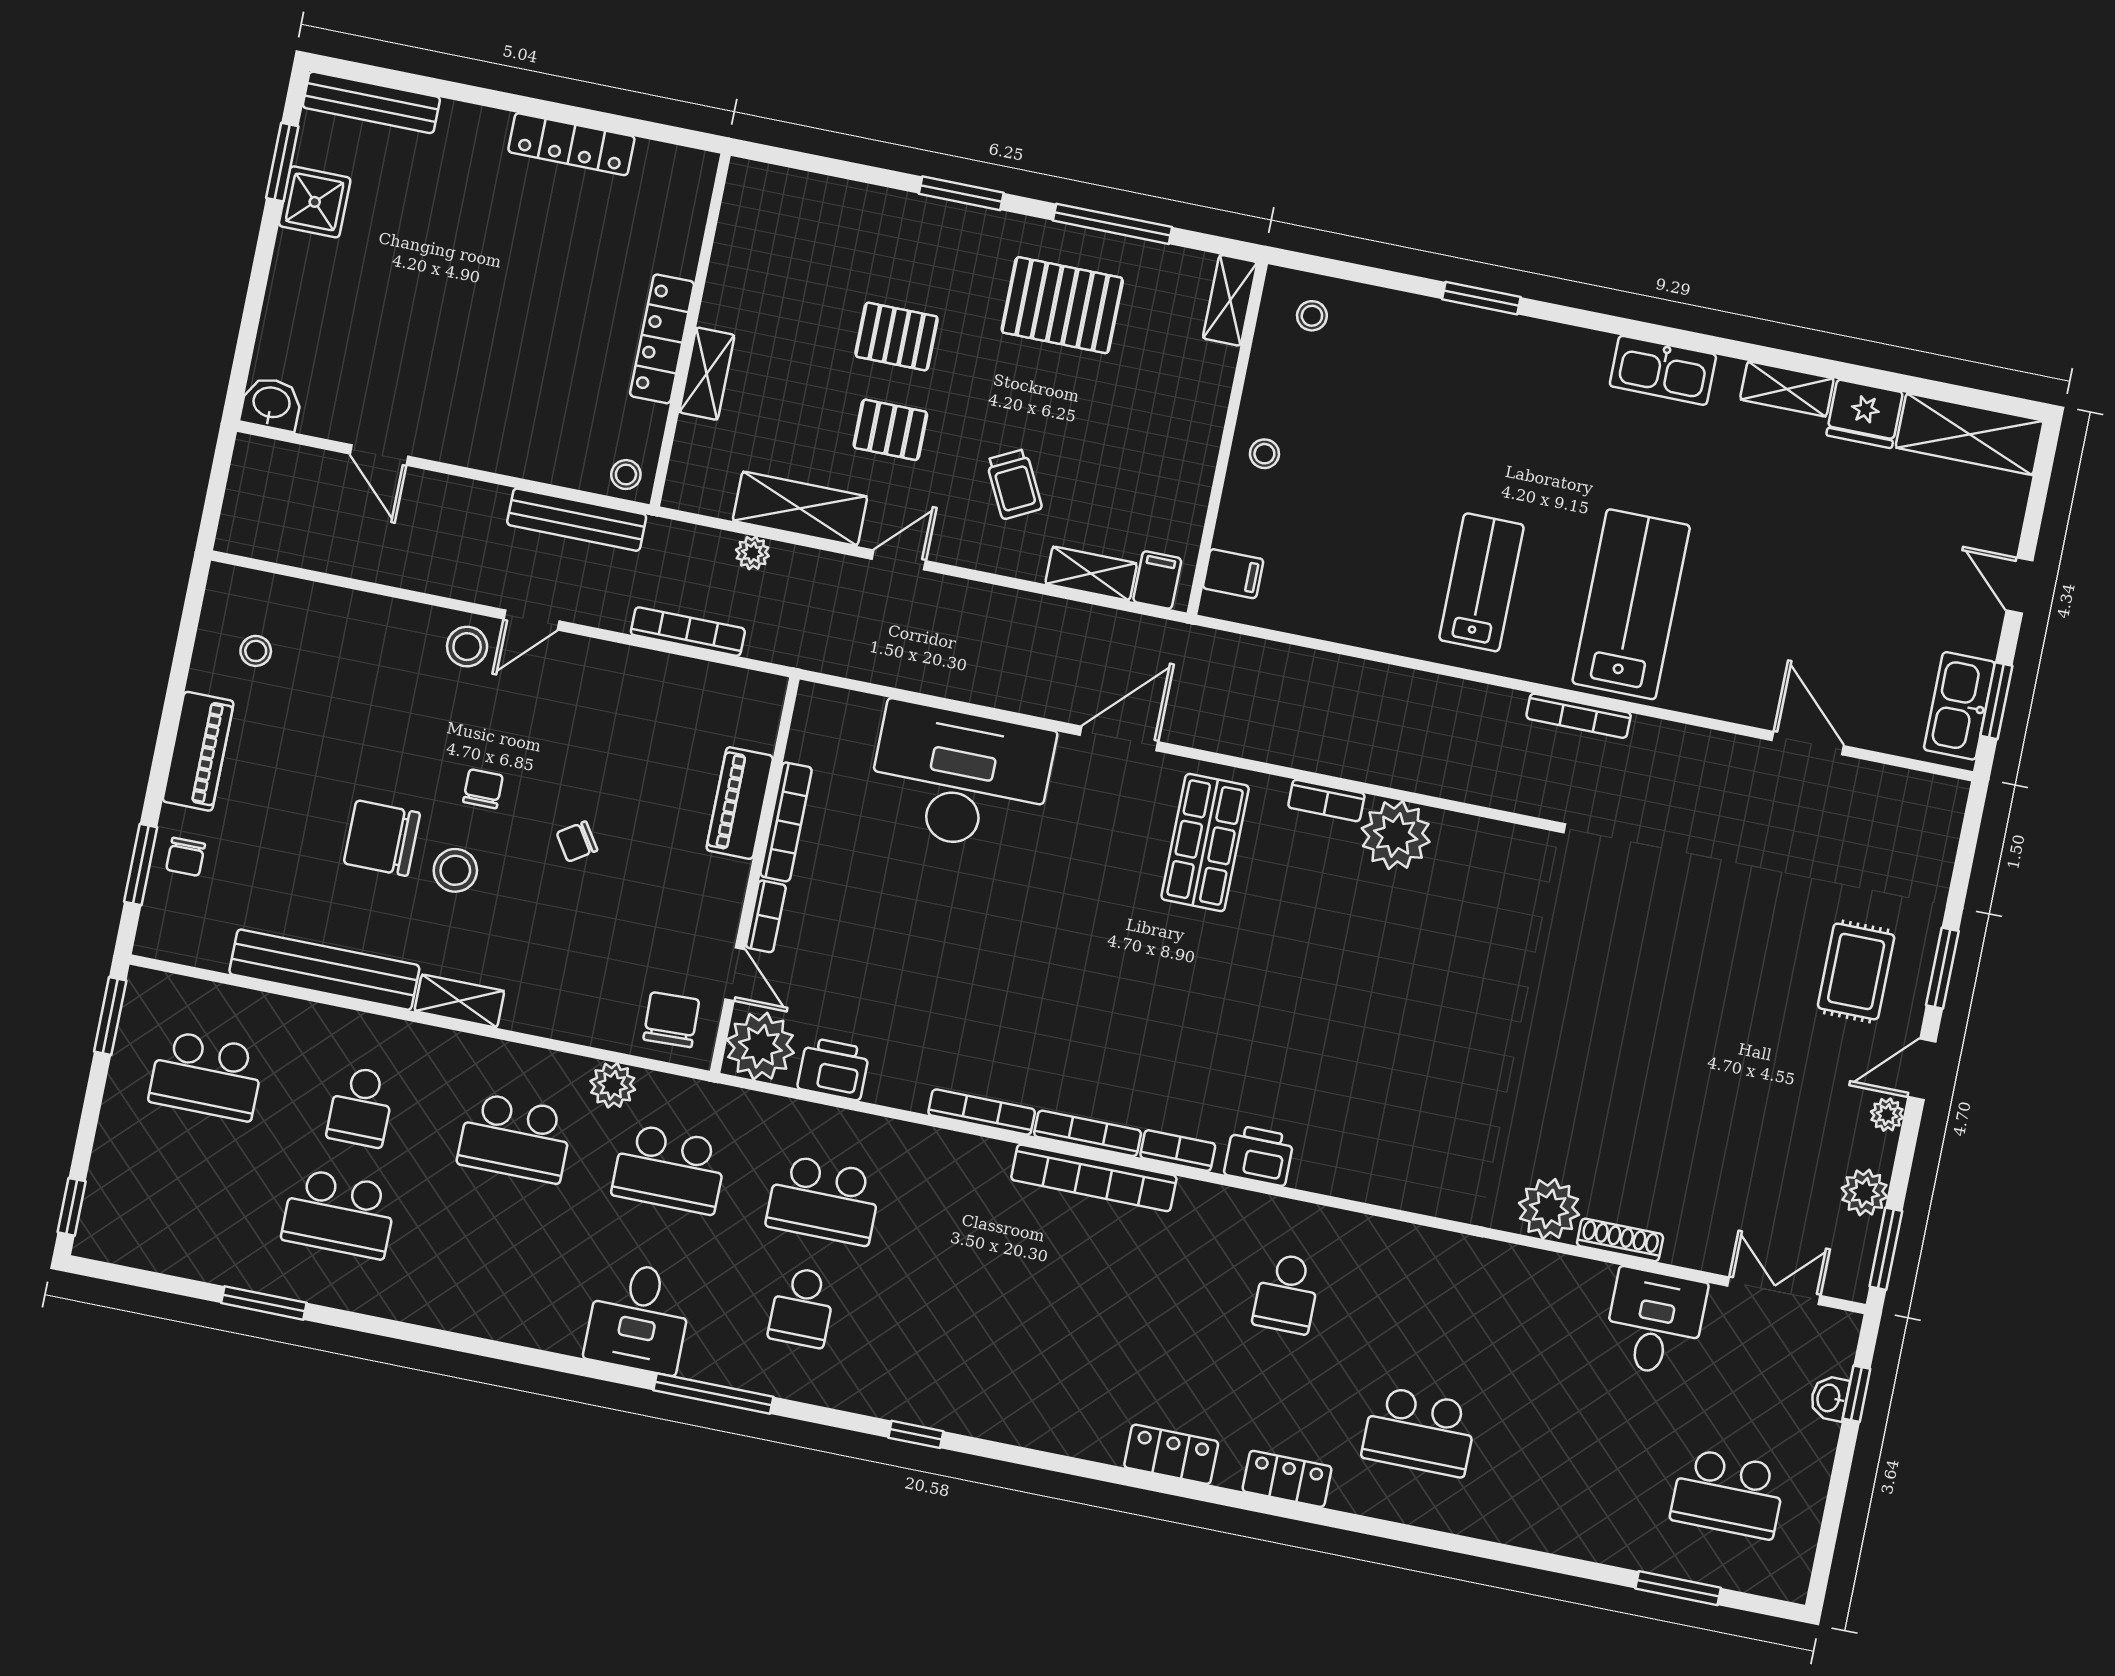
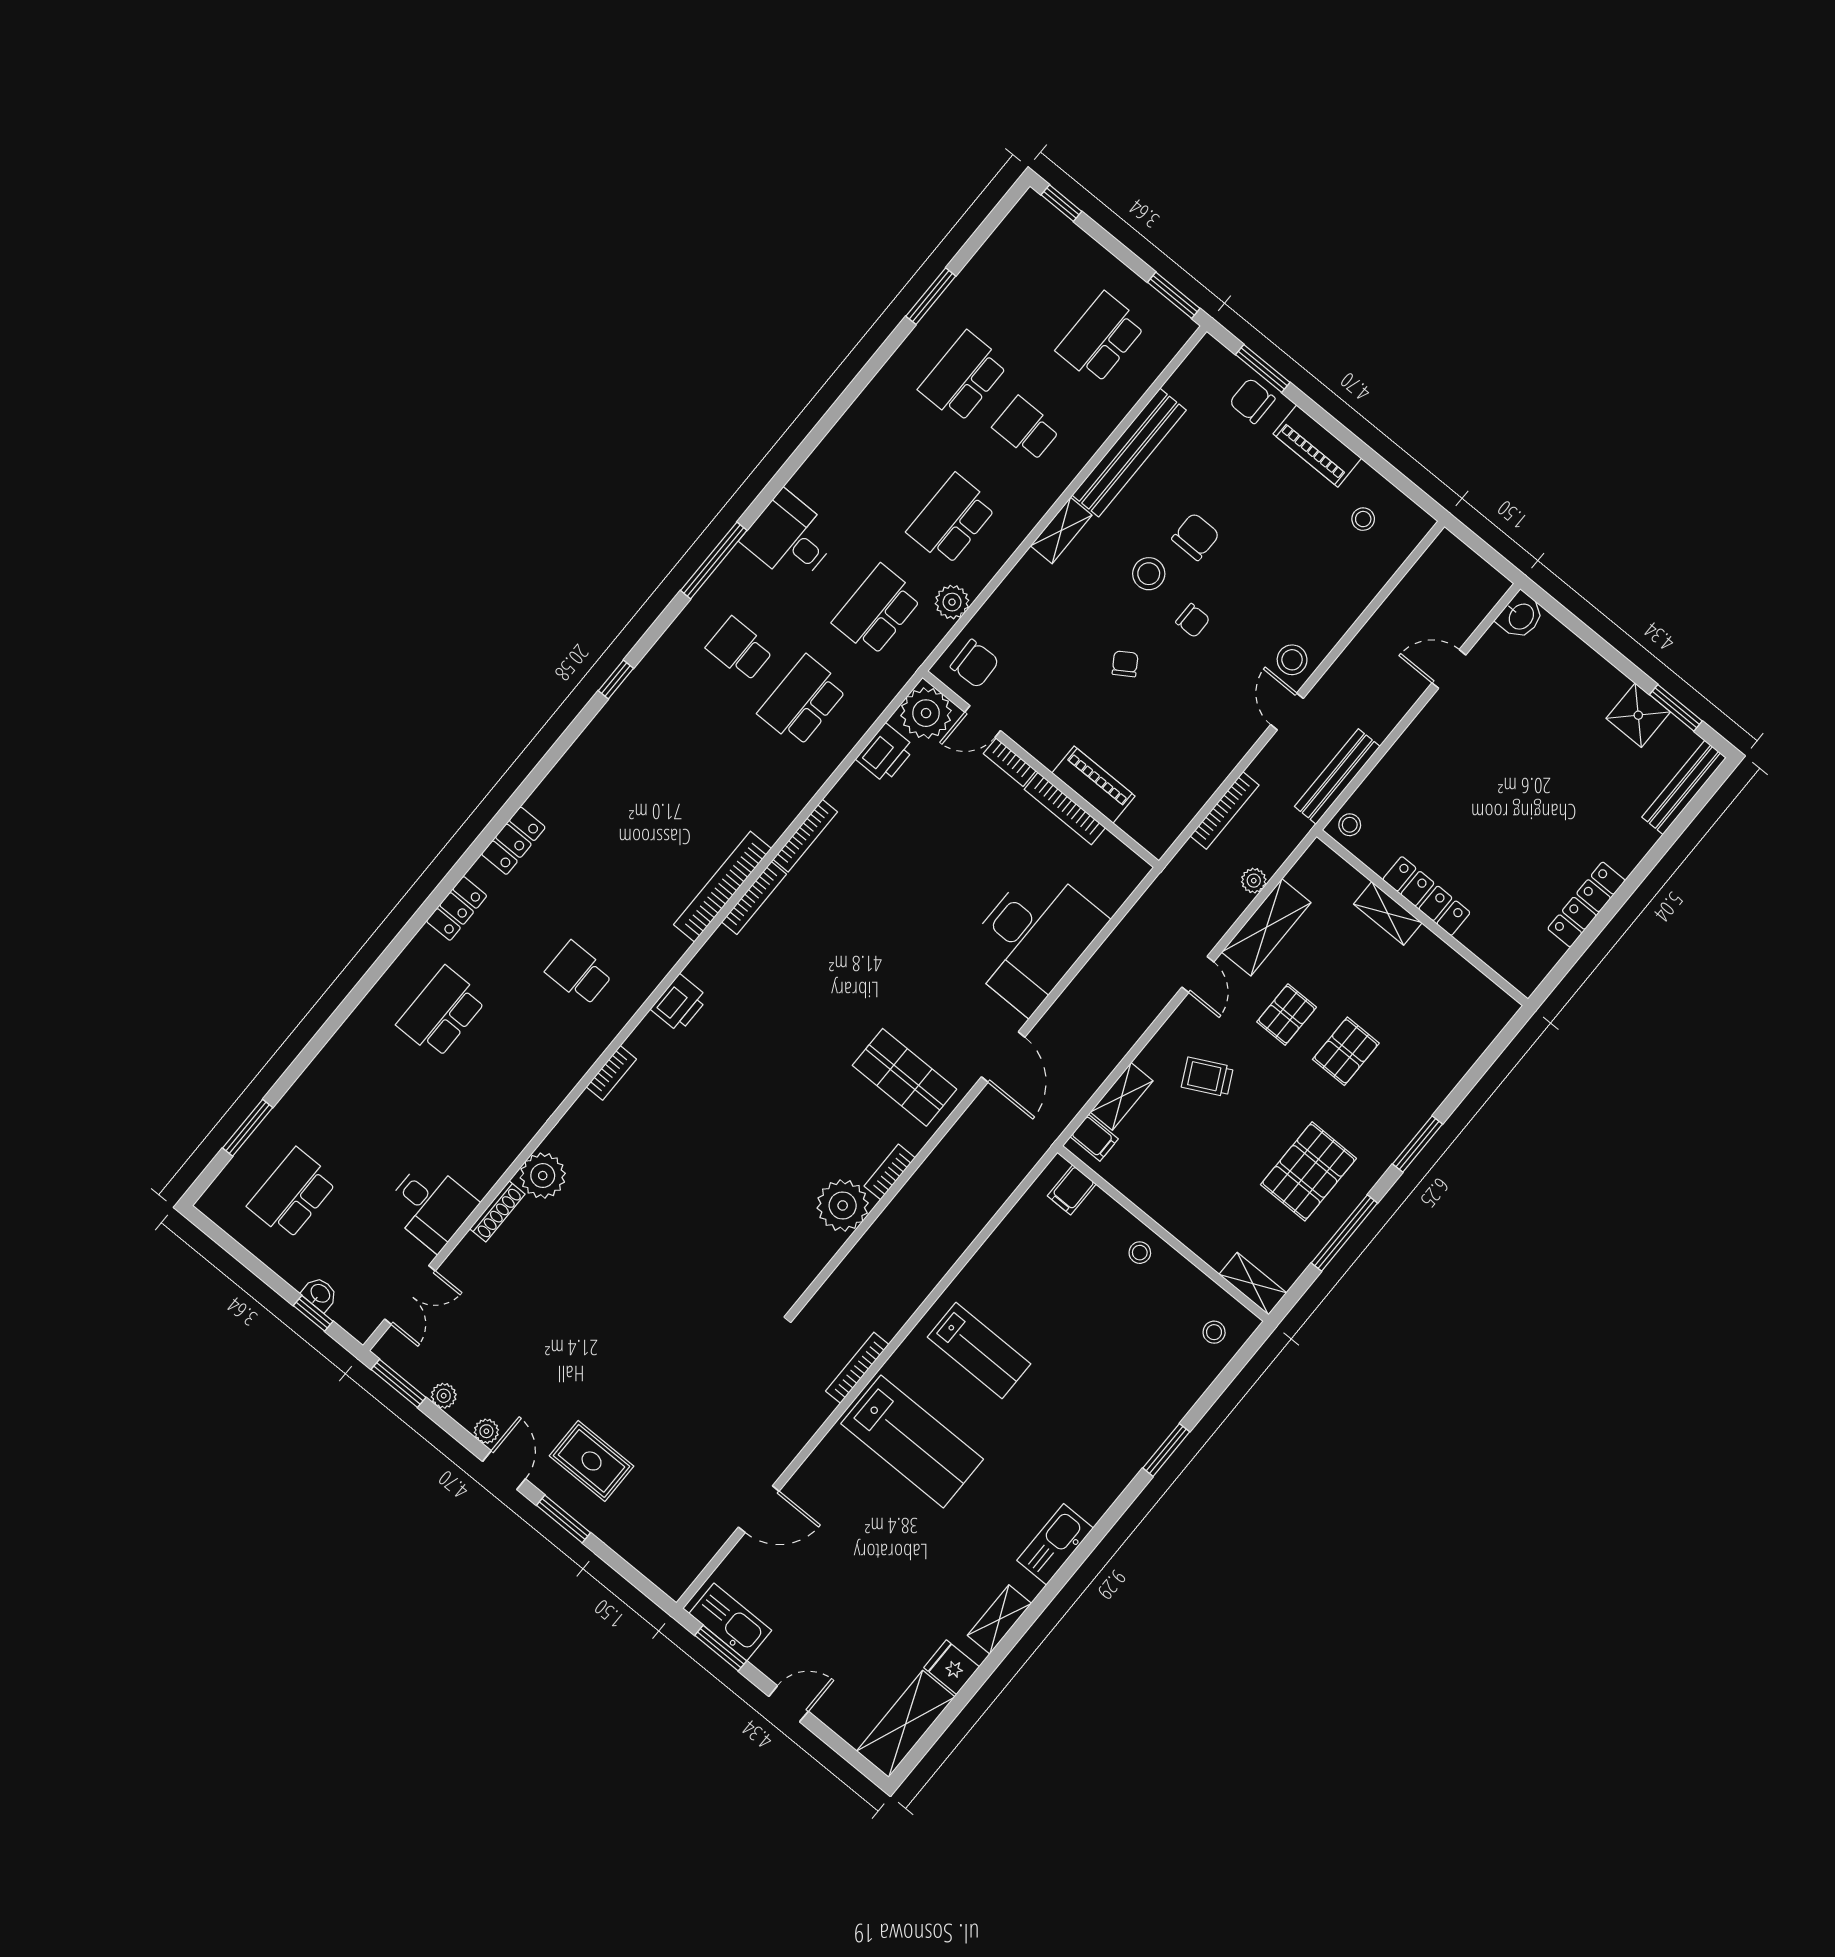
fridge: (1865, 414) -> (952, 1667), width x0.72
chair: (382, 838) -> (1196, 537), width x0.73, depth x0.73
chair: (186, 857) -> (1252, 401), width x1.37, depth x1.37
bookcase: (1178, 1151) -> (611, 1073), moved
plant: (1864, 1192) -> (444, 1396), width x0.73, depth x0.73

